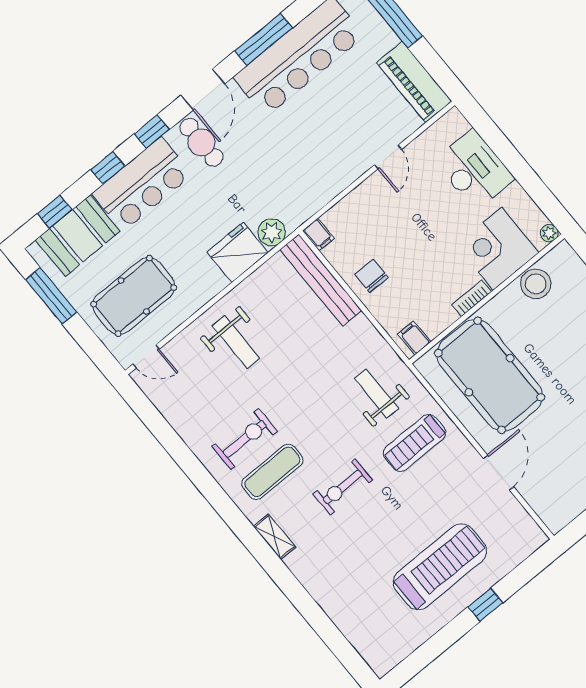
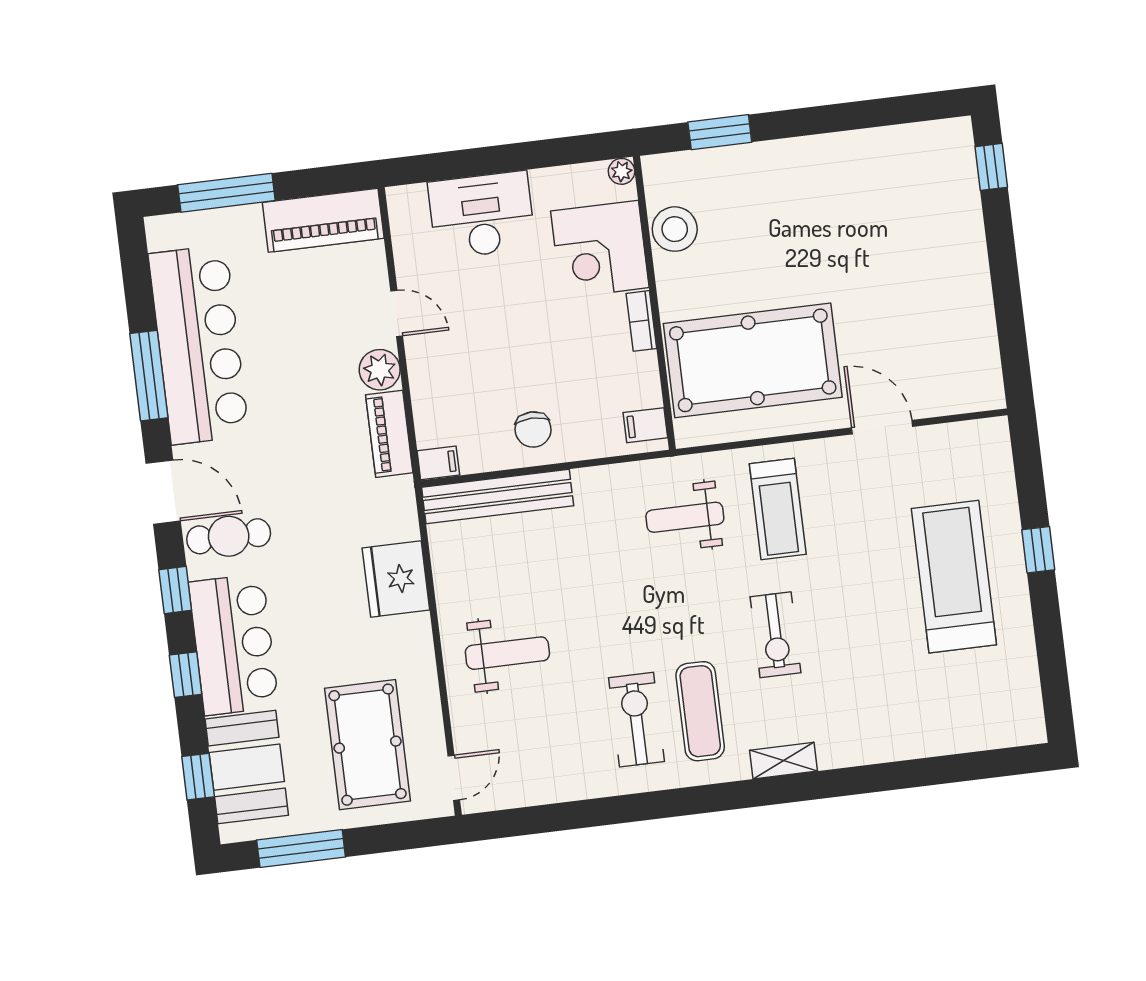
piano: (317, 196) -> (389, 434), added
plant: (272, 232) -> (380, 370), moved
chair: (371, 276) -> (533, 429), turned -90

